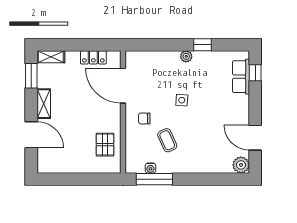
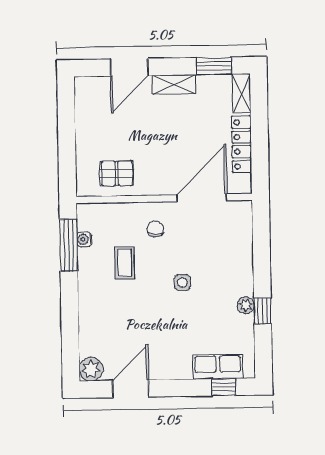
plant: (186, 56) -> (246, 305), moved
locker: (93, 57) -> (242, 144), width x1.53
coffee table: (167, 140) -> (125, 263), turned -66

